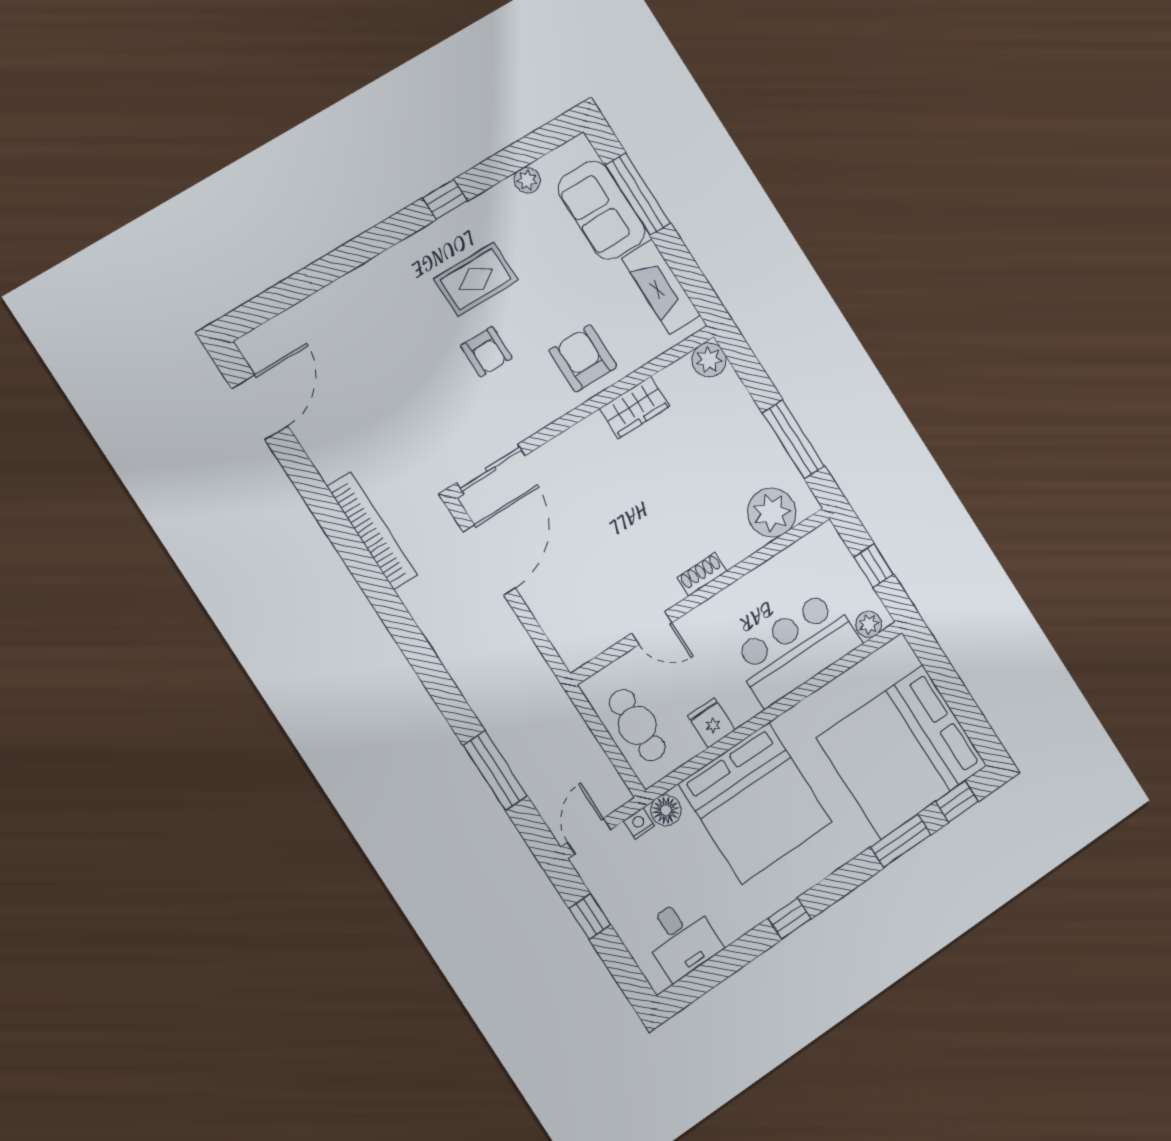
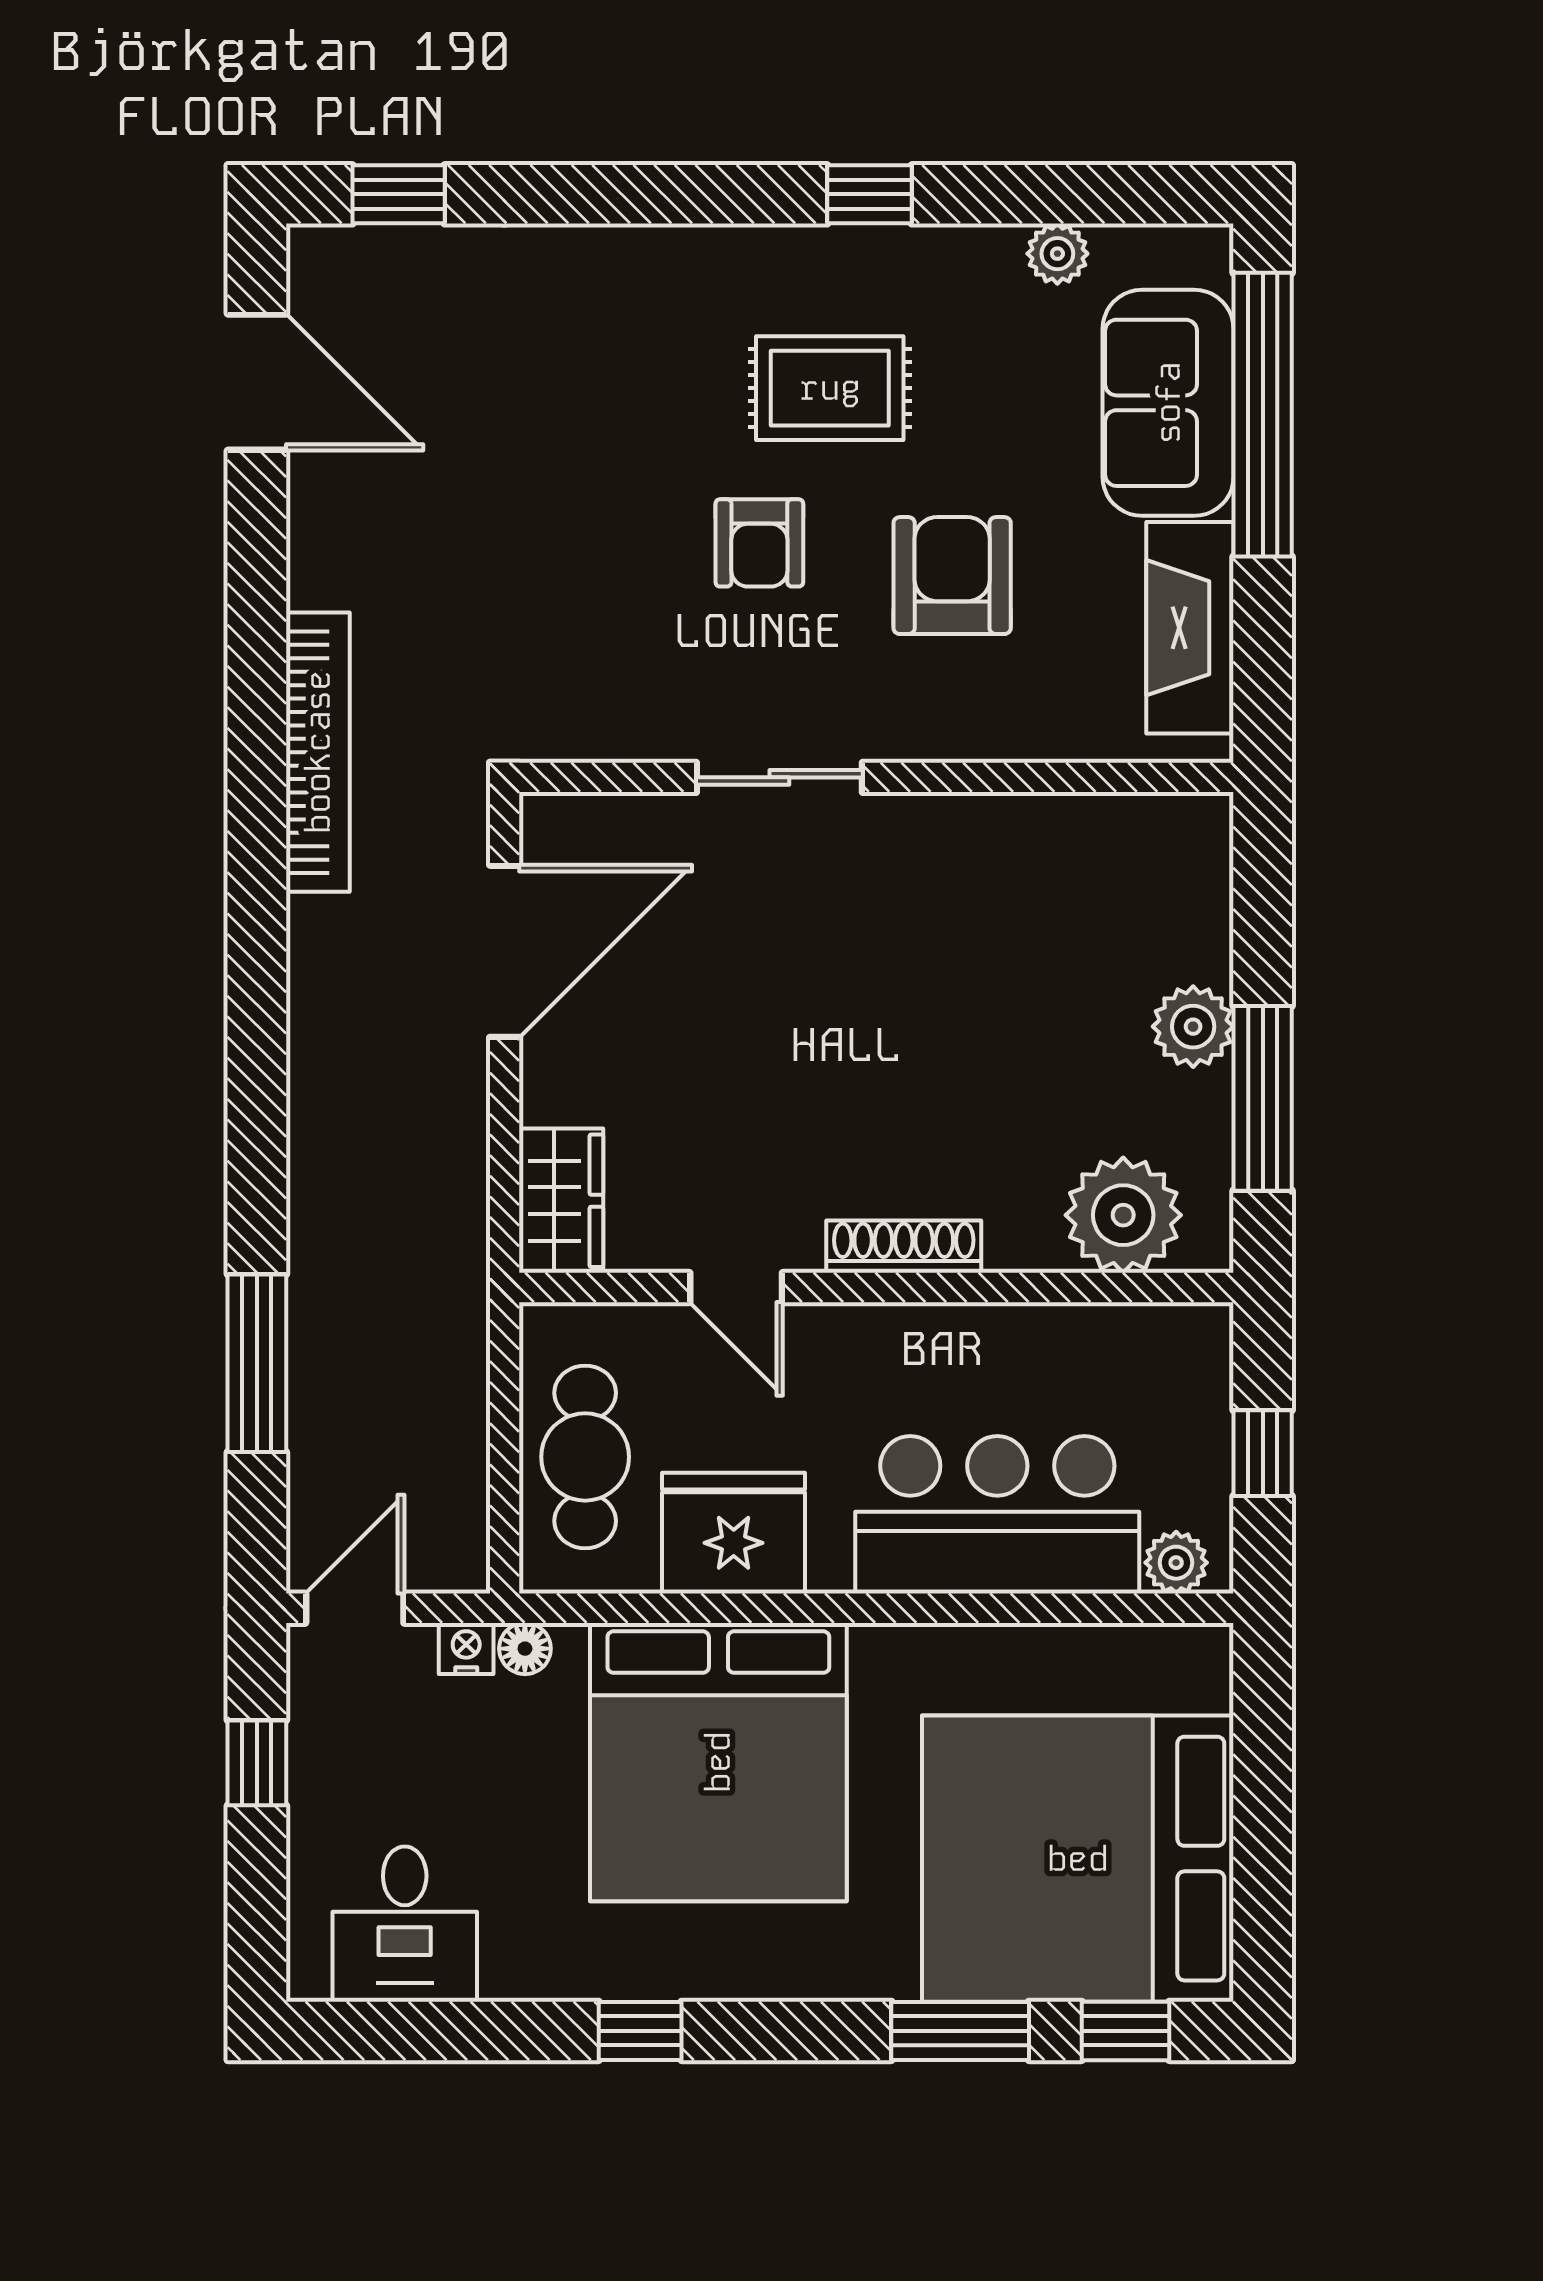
window: (638, 194) -> (1263, 415), width x1.46
window: (269, 305) -> (399, 194), added
armchair: (583, 358) -> (952, 576), moved
plant: (709, 360) -> (1193, 1027), moved
door: (260, 407) -> (257, 382), hinge flipped
wardrobe: (635, 407) -> (561, 1201), moved, turned -90
sliding door: (491, 469) -> (779, 777), moved
shoe rack: (702, 574) -> (904, 1247), width x1.43
fridge: (711, 723) -> (734, 1533), width x1.88, depth x1.34
floor lamp: (666, 810) -> (525, 1649), width x0.73, depth x0.73

